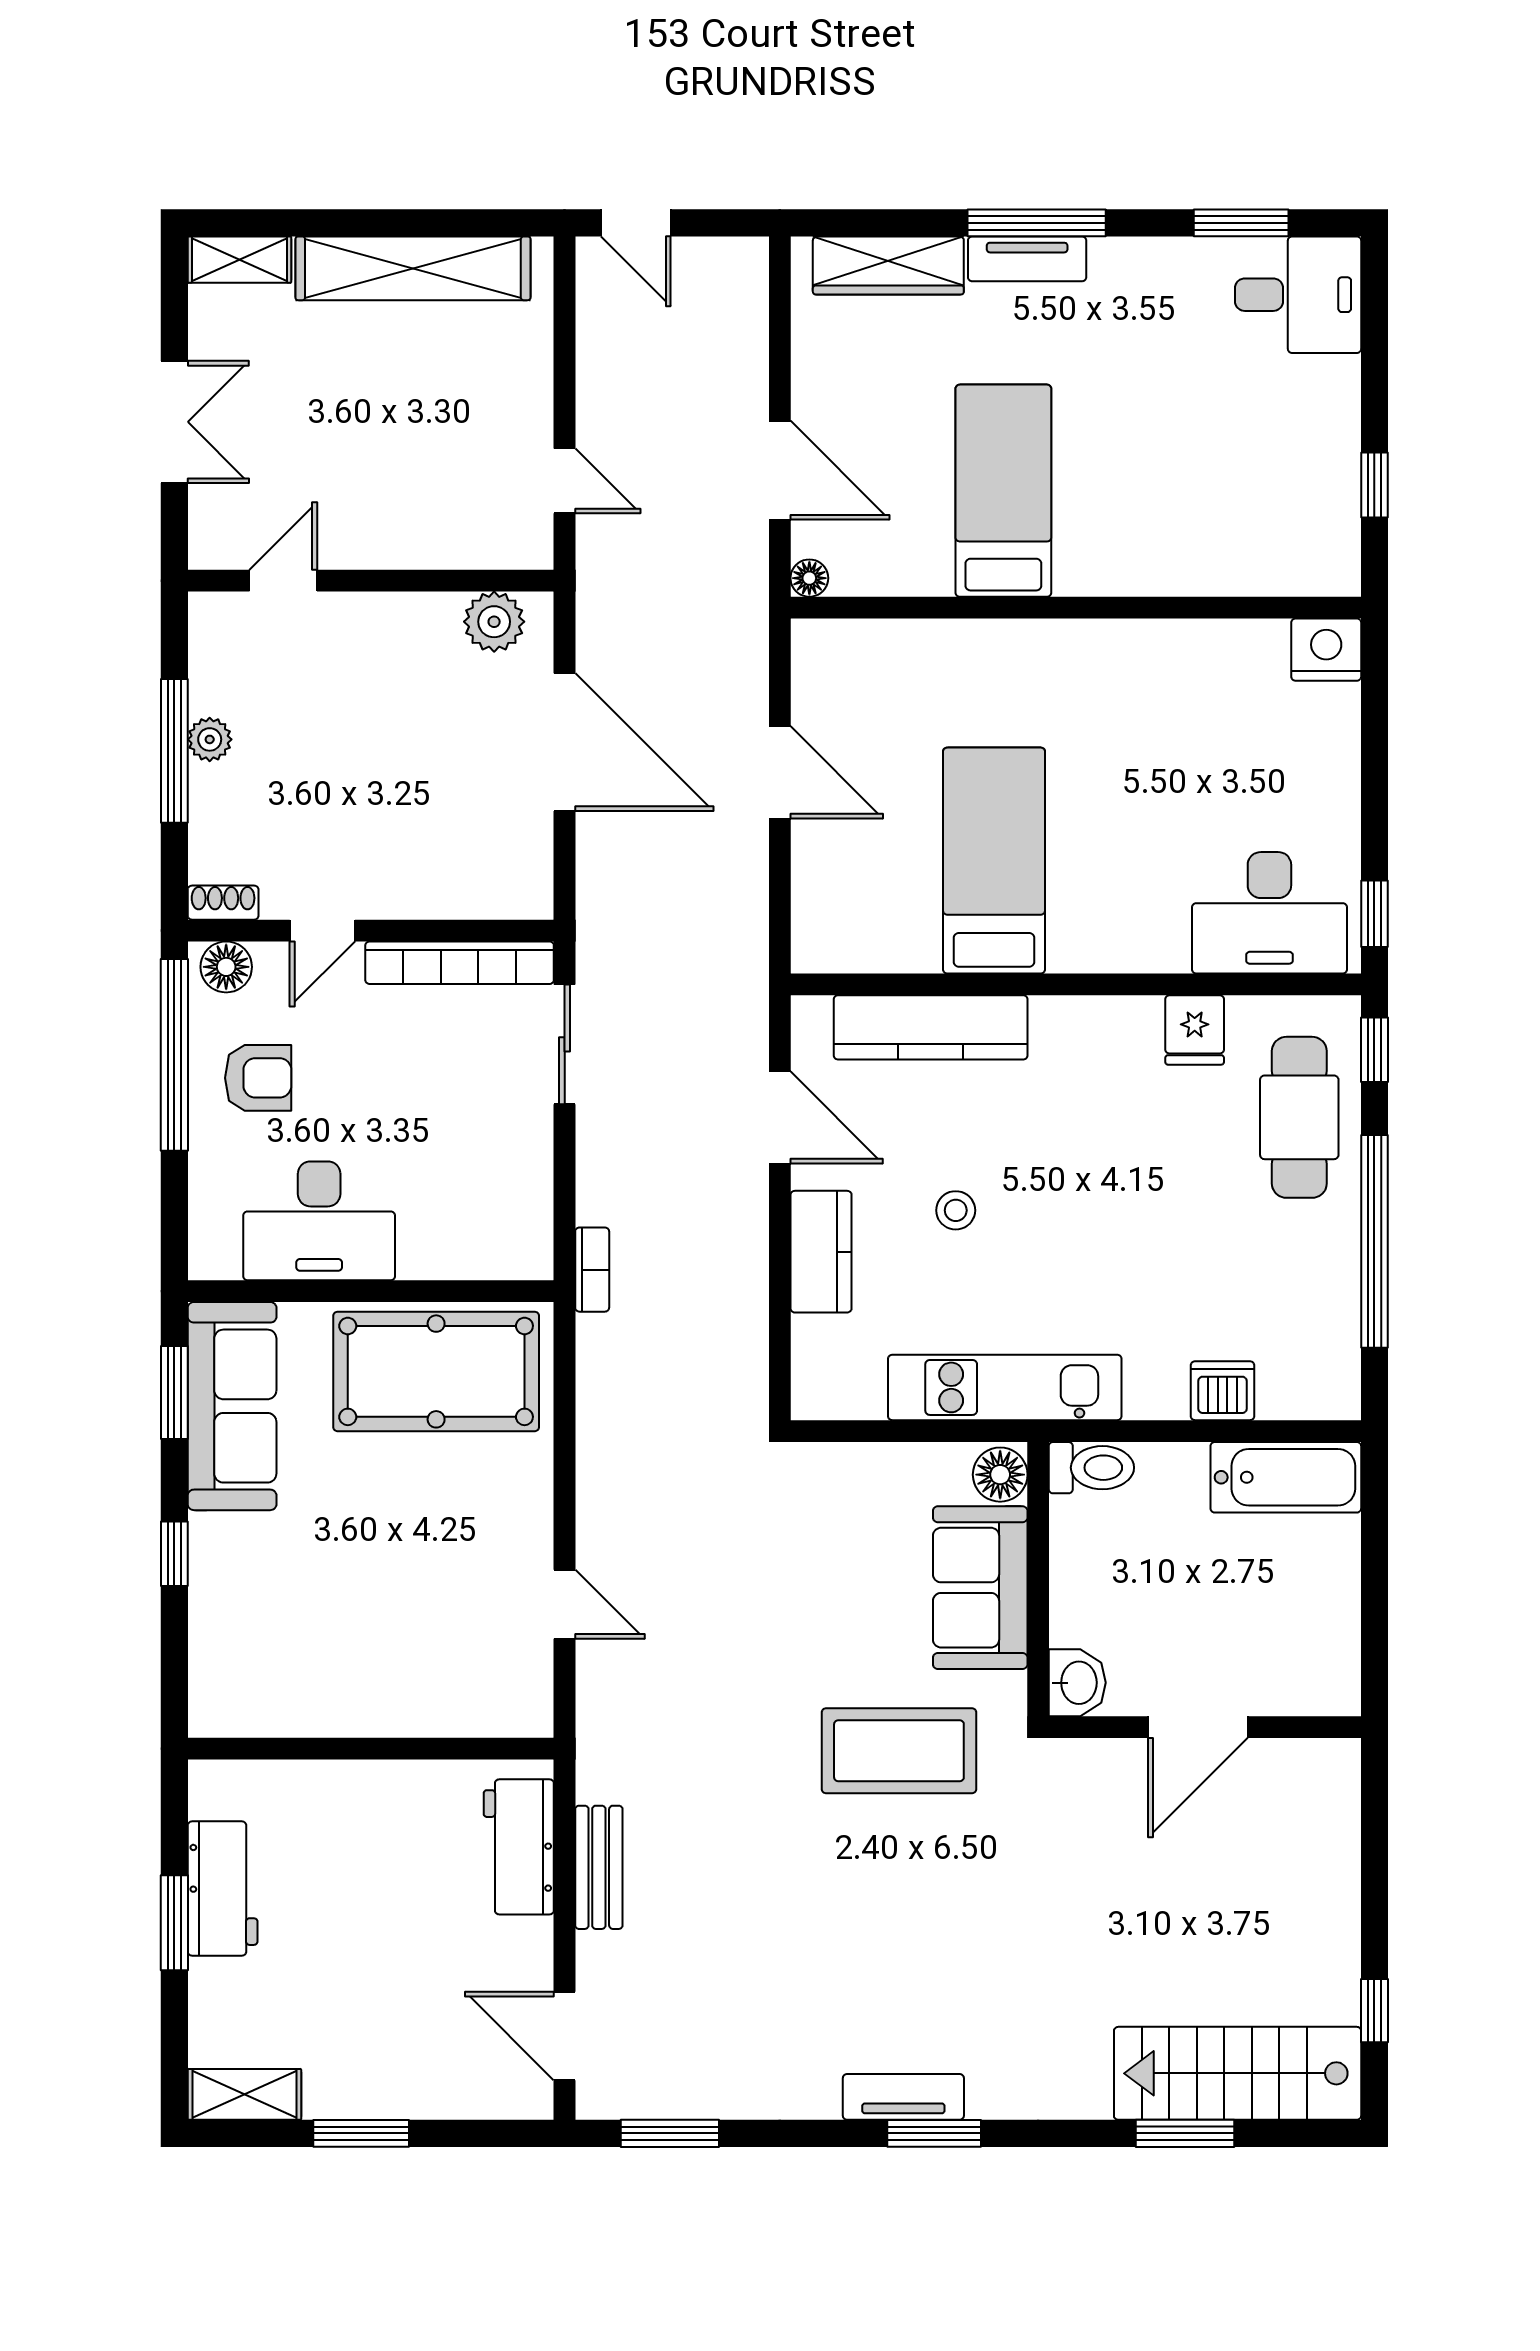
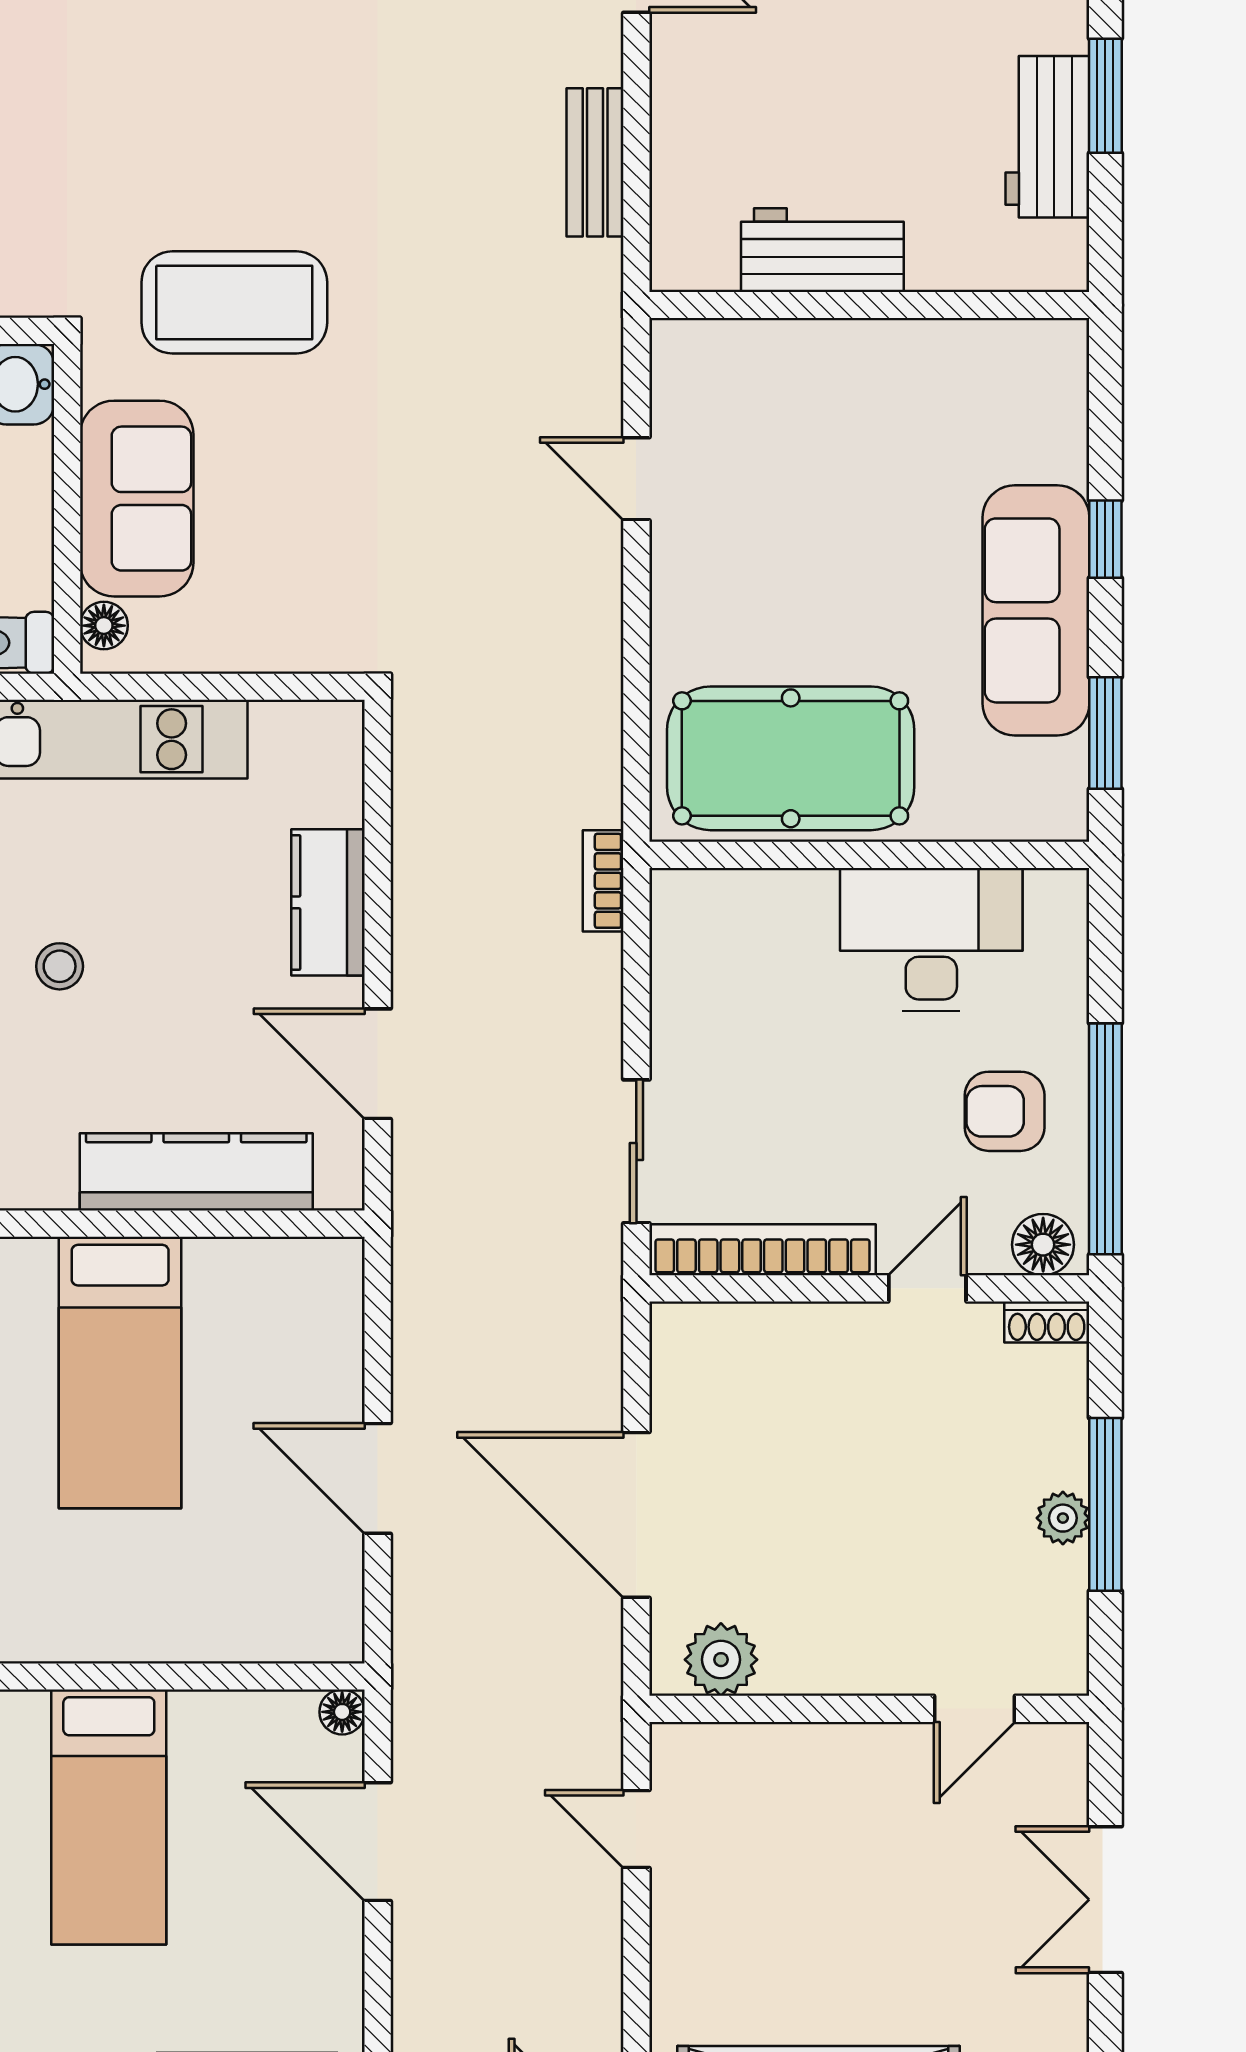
stool: (956, 1210) -> (60, 966), moved
sofa: (232, 1406) -> (1036, 610), moved
floor lamp: (1000, 1475) -> (104, 626), width x0.73, depth x0.73
workbench: (519, 1847) -> (822, 250), moved, turned -90

